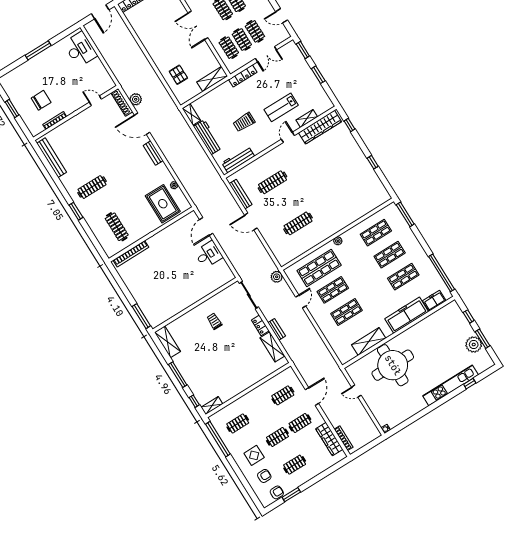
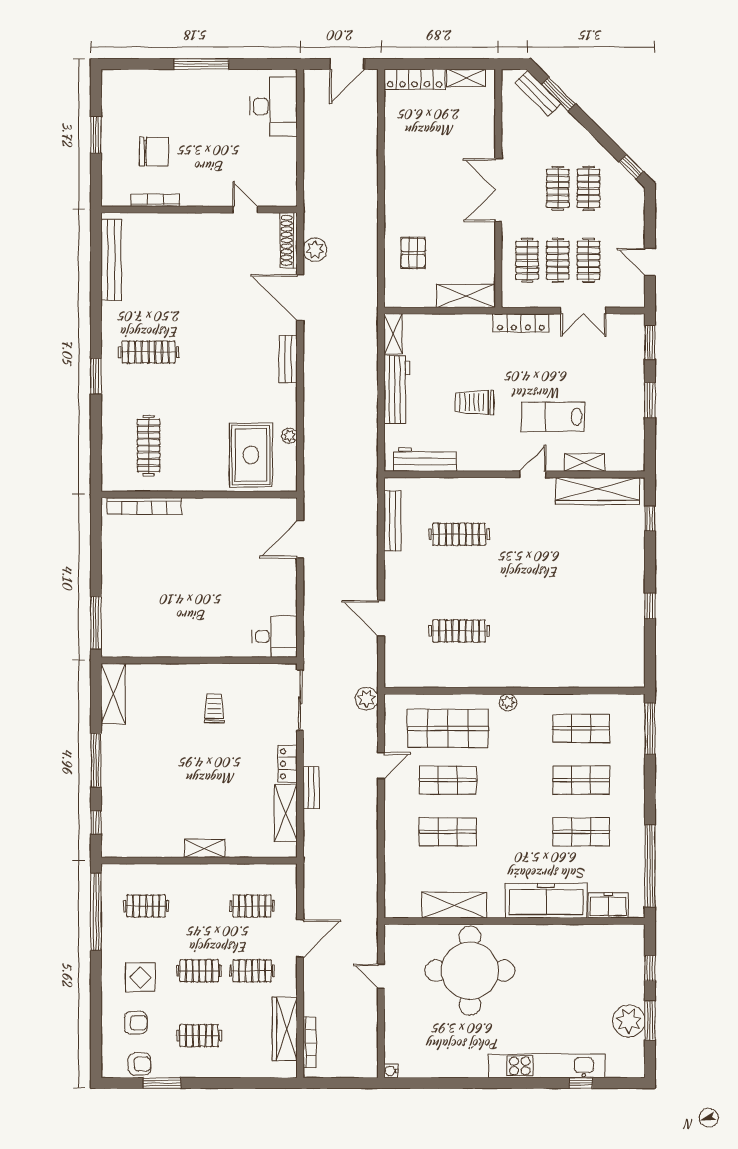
door: (251, 222) -> (381, 618), moved
desk: (208, 254) -> (275, 637), moved
shelving: (212, 406) -> (205, 848), moved

